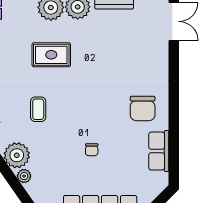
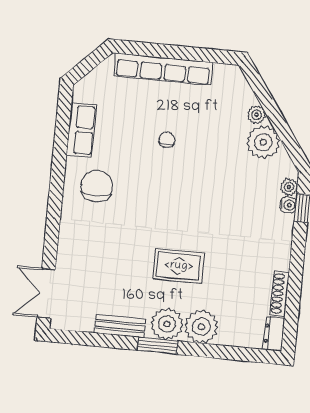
rug: (51, 55) -> (179, 266), moved
coffee table: (38, 109) -> (230, 198), removed

